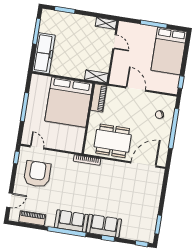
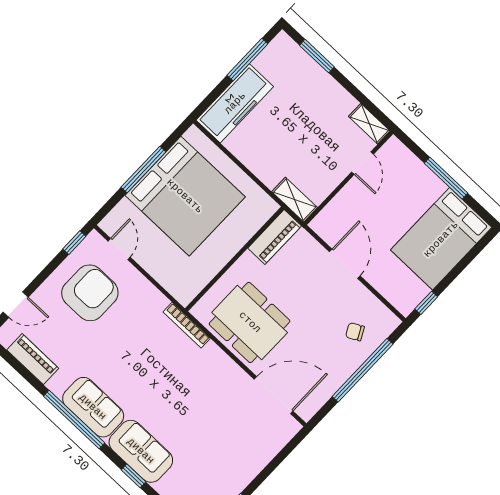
bed: (69, 102) -> (185, 196), moved, turned -90

